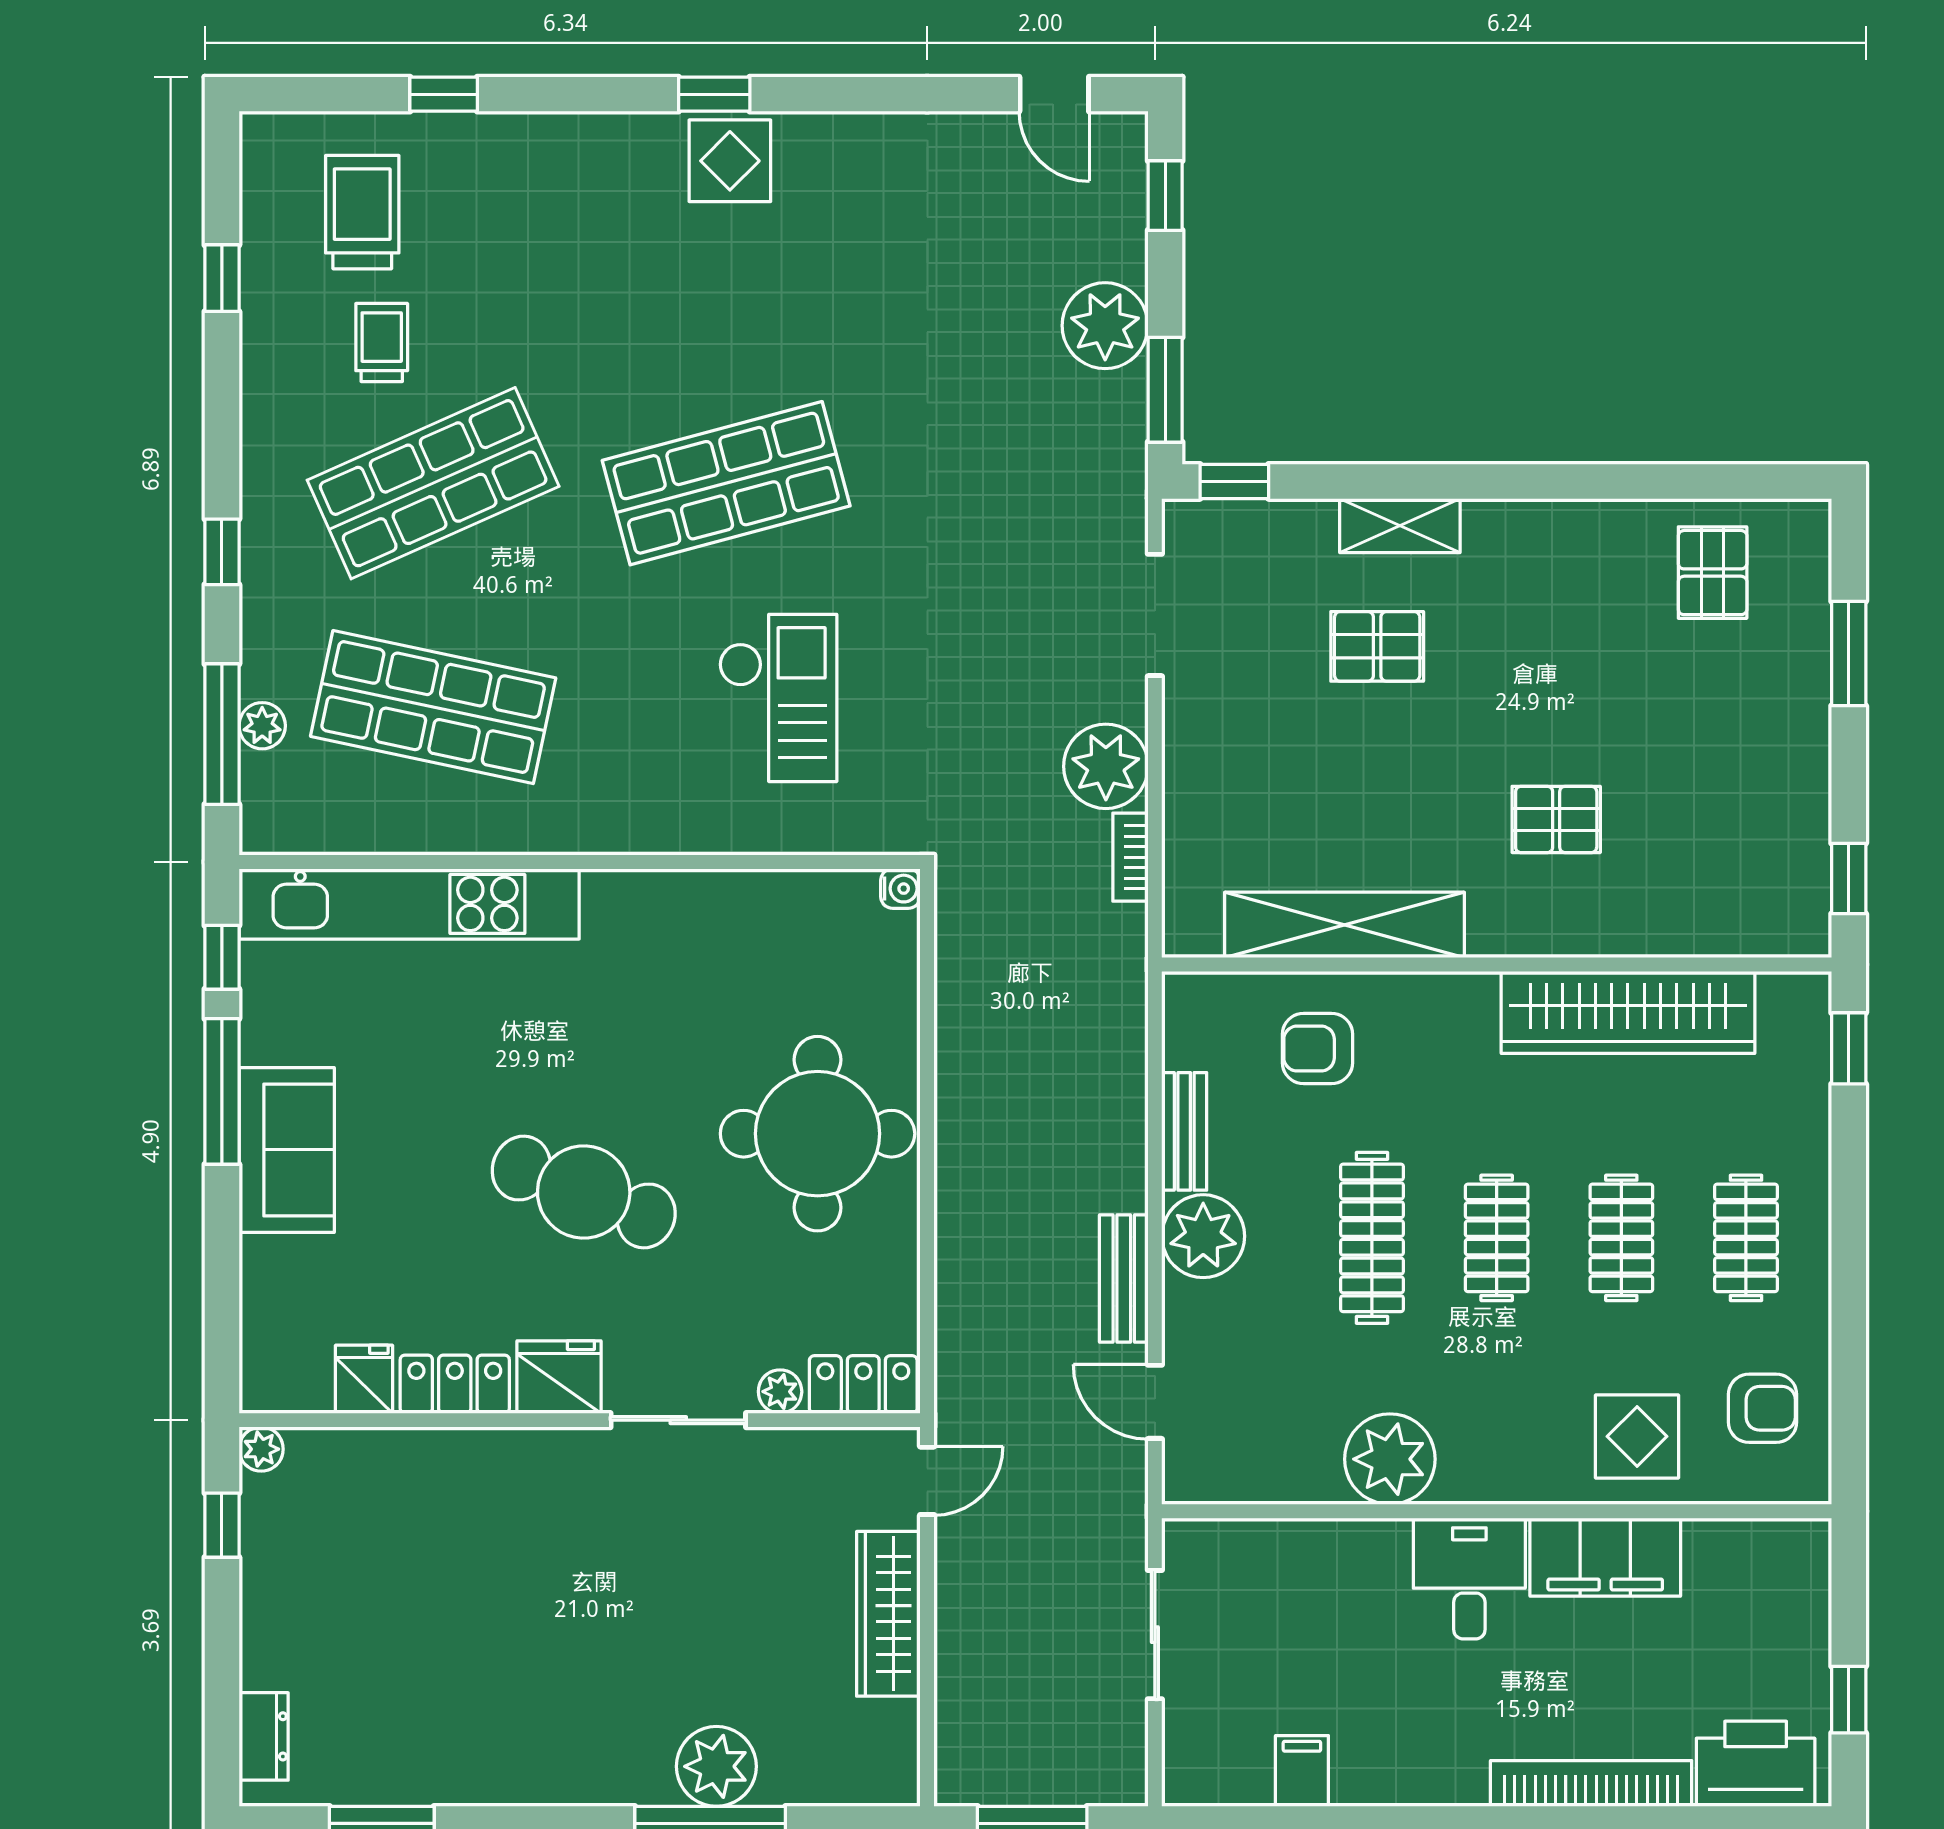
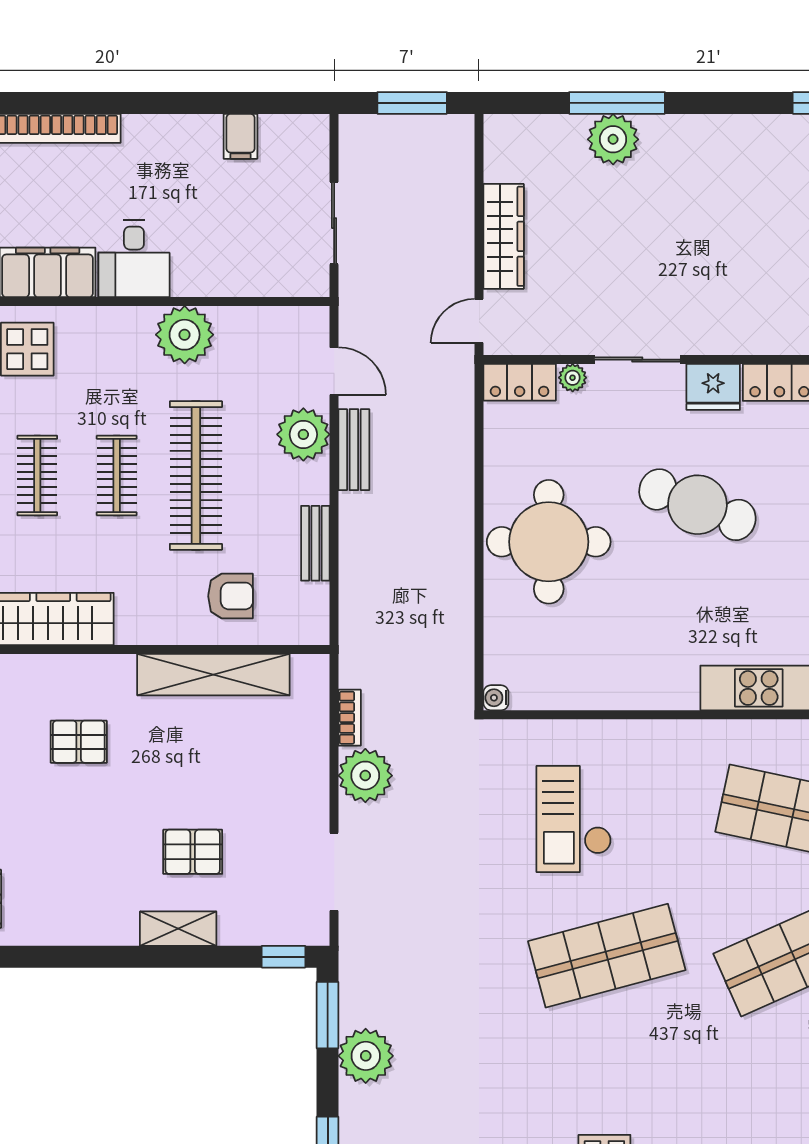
plant: (1203, 1236) -> (303, 434), moved
clothes rail: (1372, 1238) -> (196, 476), width x1.37, depth x1.31

